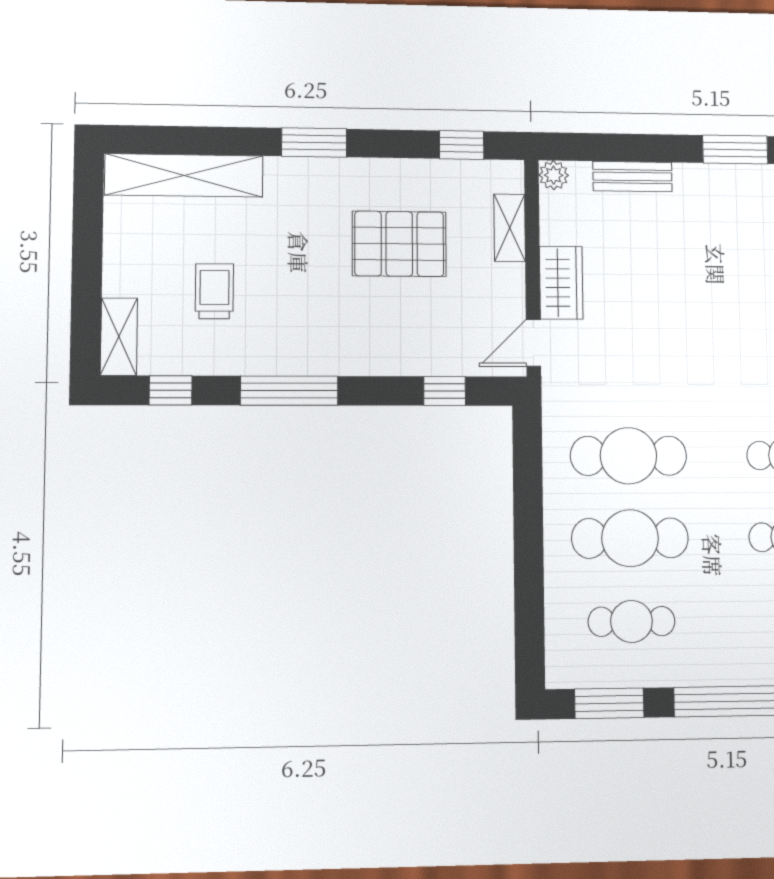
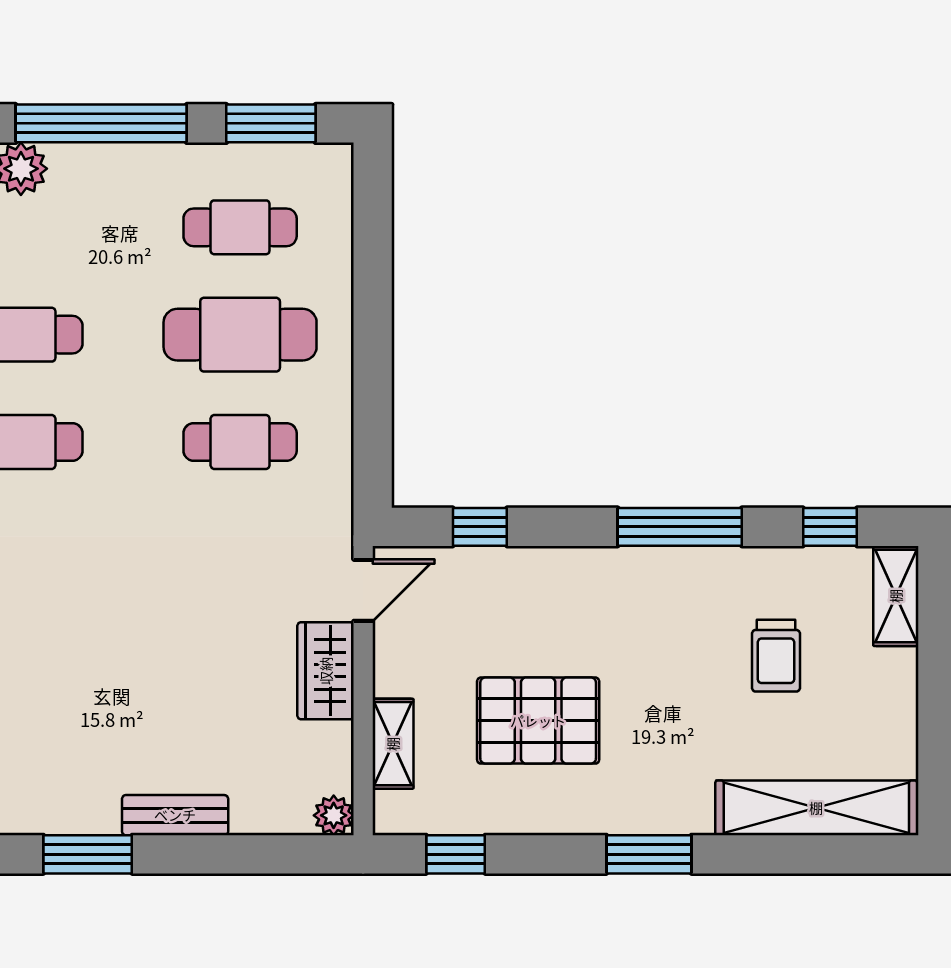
bench: (632, 176) -> (175, 815), moved
cafe table: (629, 456) -> (240, 442), width x0.73, depth x0.74

